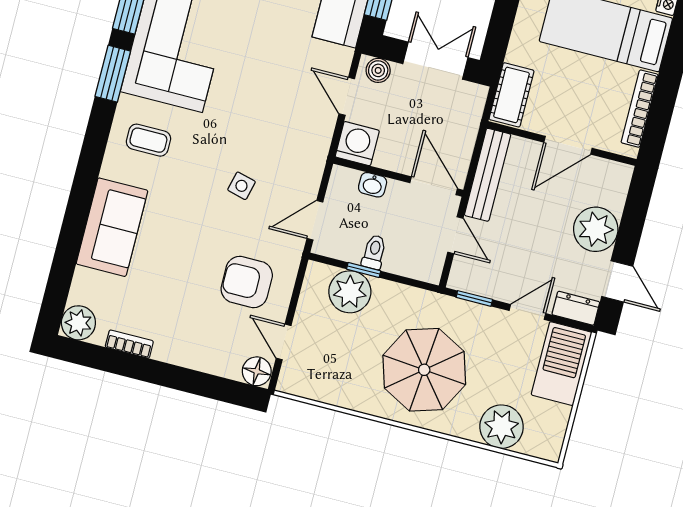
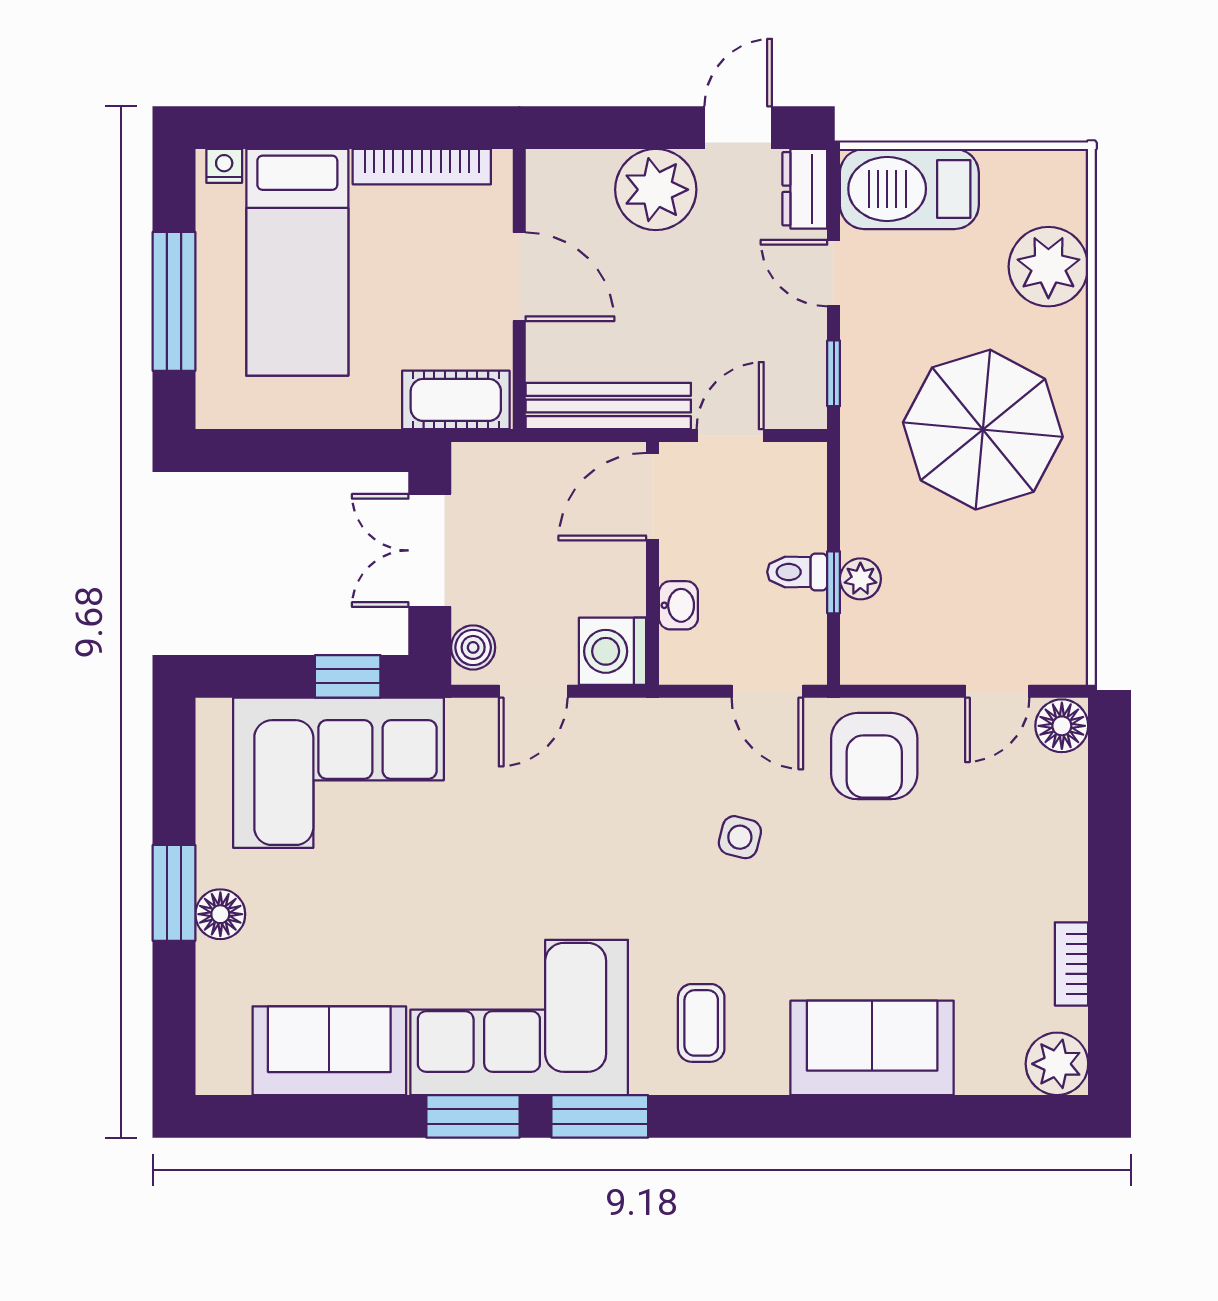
armchair: (247, 282) -> (874, 756), moved
plant: (350, 292) -> (860, 579), width x0.53, depth x0.53

